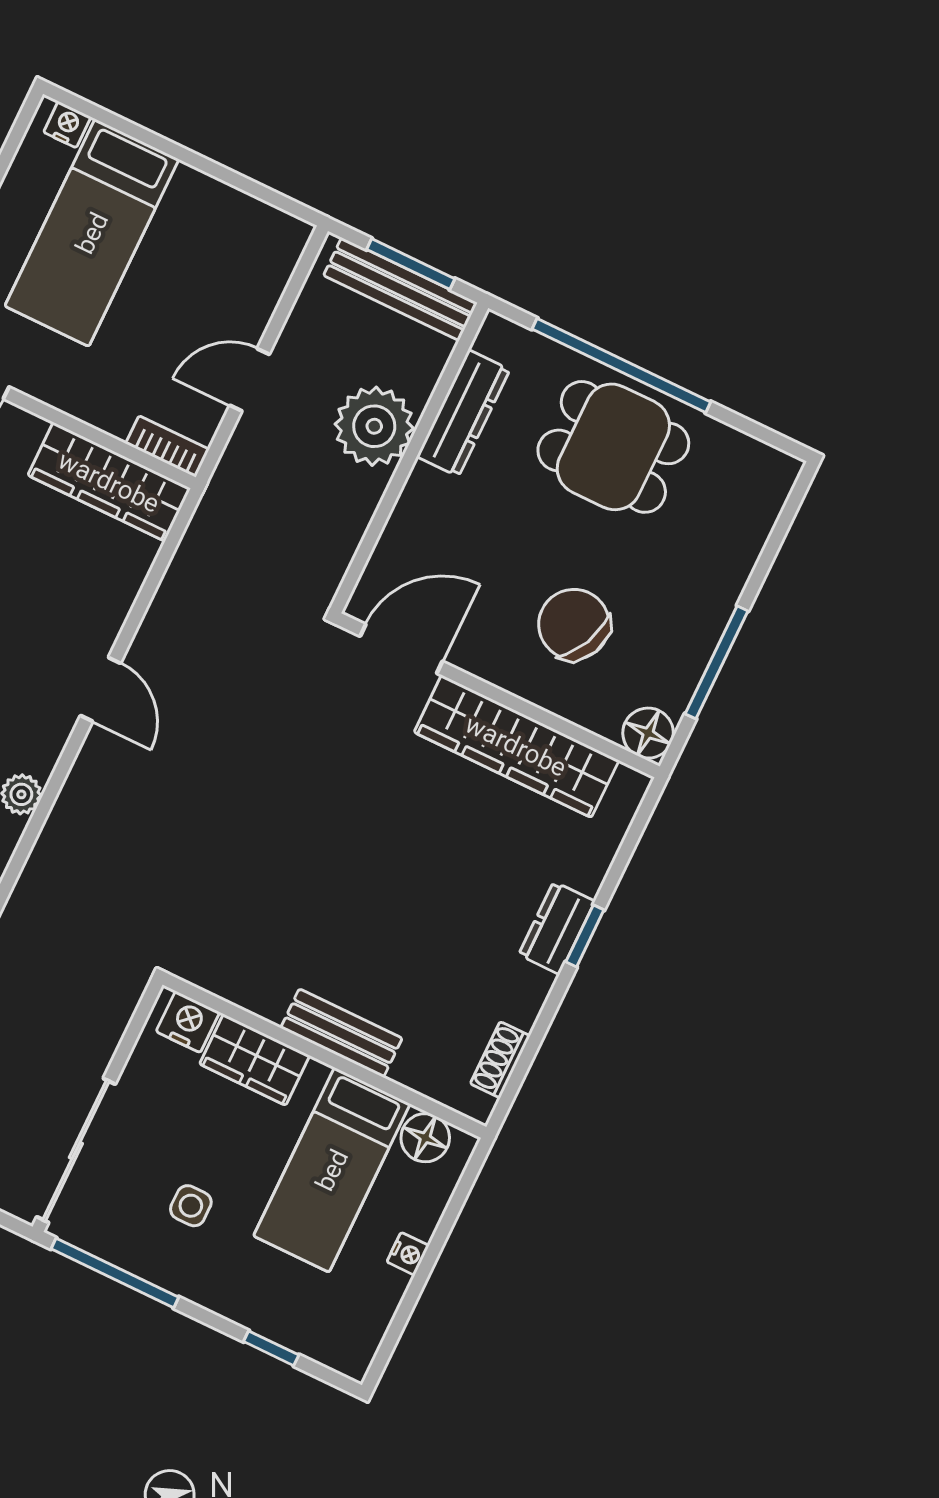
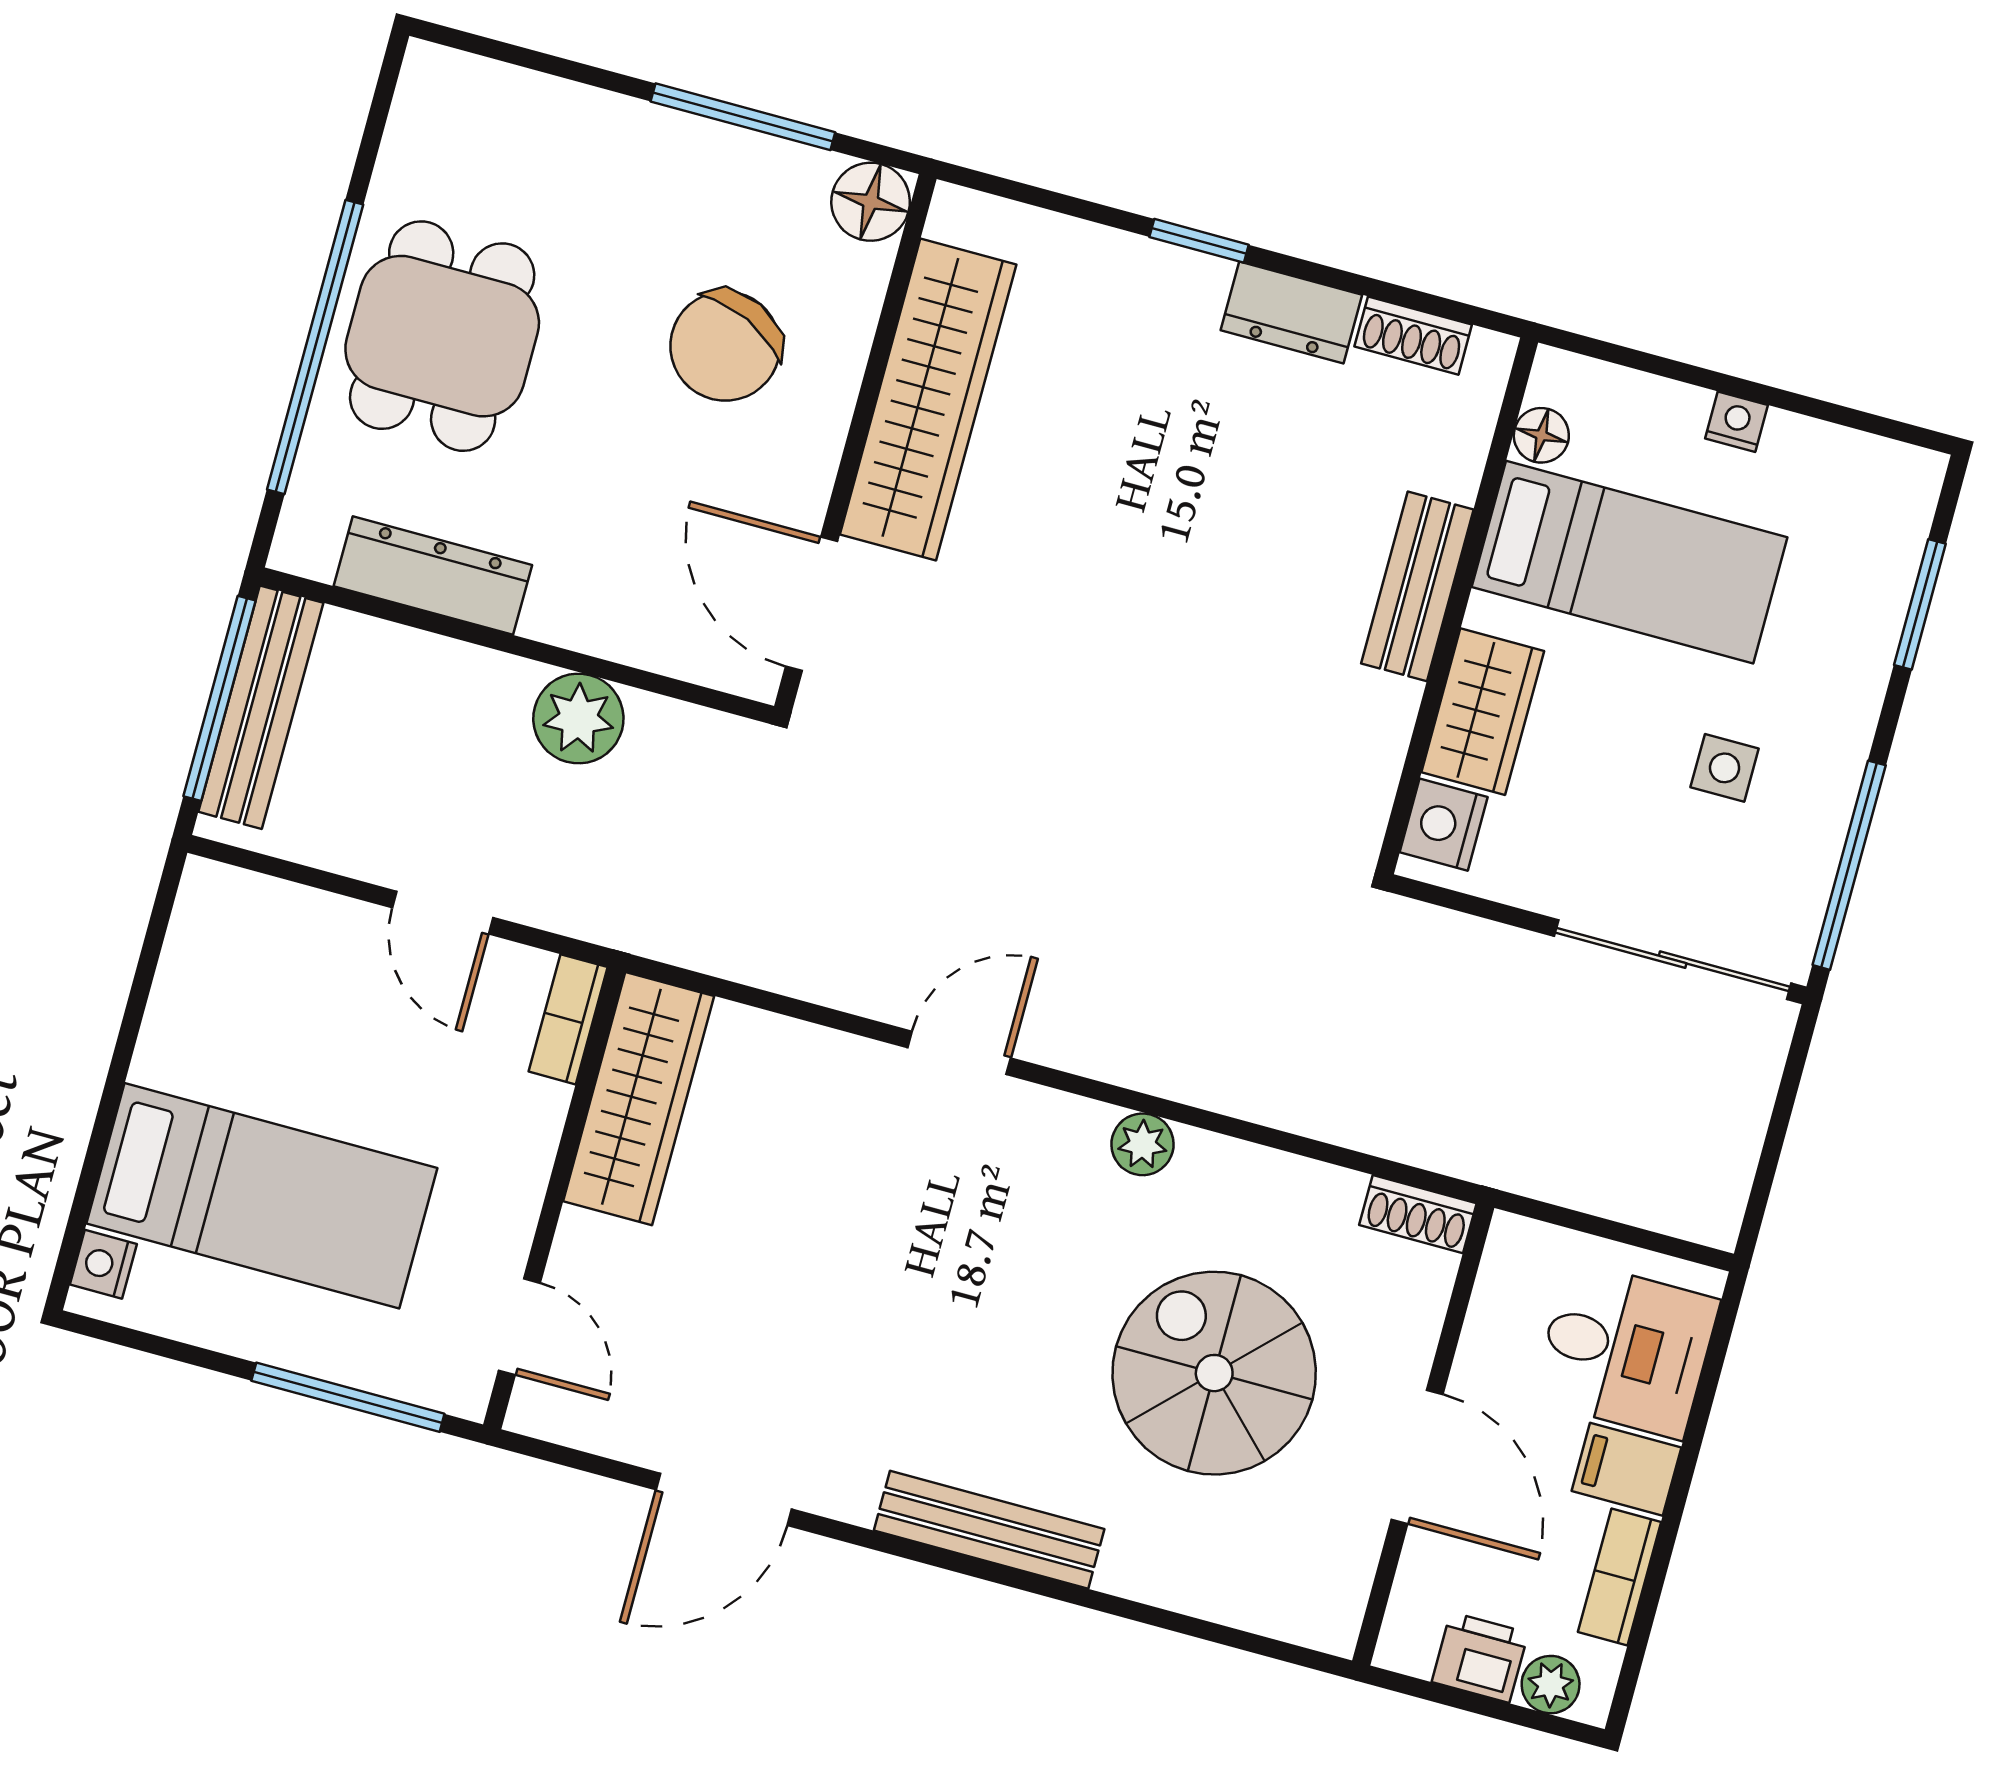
window: (411, 264) -> (220, 698), width x1.44
plant: (374, 426) -> (578, 719), moved, width x0.73, depth x0.73
dresser: (557, 928) -> (1291, 313), moved
floor lamp: (425, 1138) -> (1541, 435), width x0.73, depth x0.73
window: (271, 1348) -> (1920, 604), width x1.50

